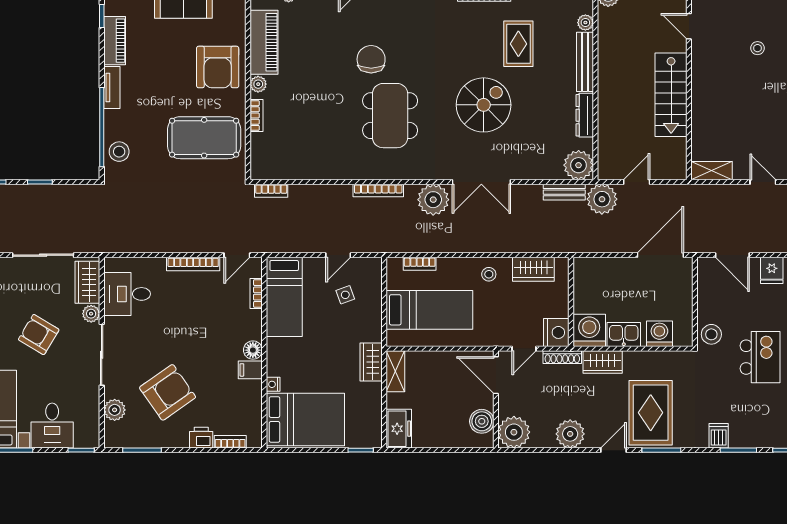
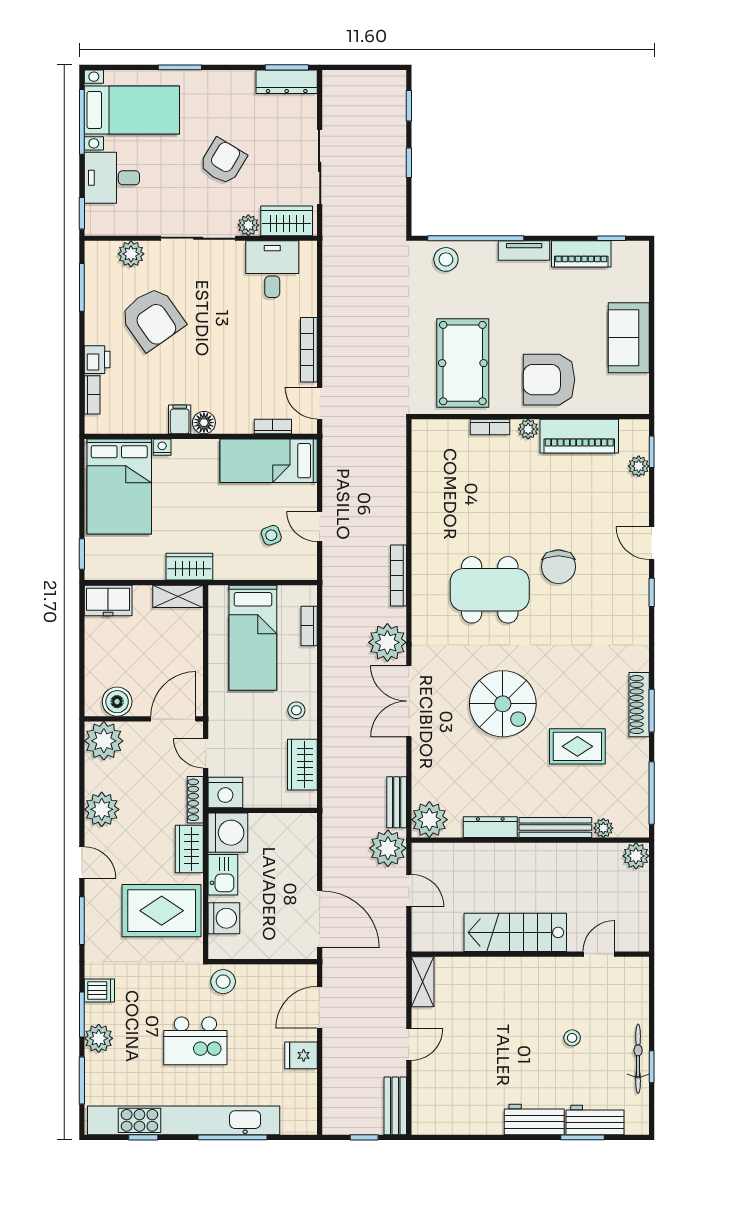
chair: (371, 59) -> (558, 567), turned 90
bookcase: (271, 191) -> (398, 445), removed
rug: (651, 413) -> (162, 911), moved
plant: (758, 436) -> (99, 1038), added

